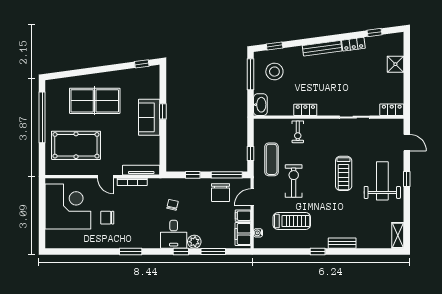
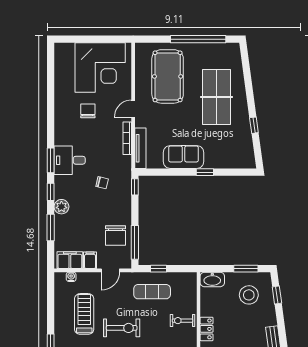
window: (142, 64) -> (254, 125), moved
window: (251, 74) -> (246, 269), width x0.69
sofa: (149, 117) -> (184, 157), moved
window: (193, 175) -> (135, 187), moved
exercise bike: (294, 181) -> (122, 328), moved
chair: (221, 193) -> (116, 236), turned -90
door: (252, 197) -> (110, 270), swing flipped
treadmill: (292, 221) -> (84, 314), turned 180
desk: (174, 234) -> (70, 160), moved
window: (131, 251) -> (51, 160), moved

